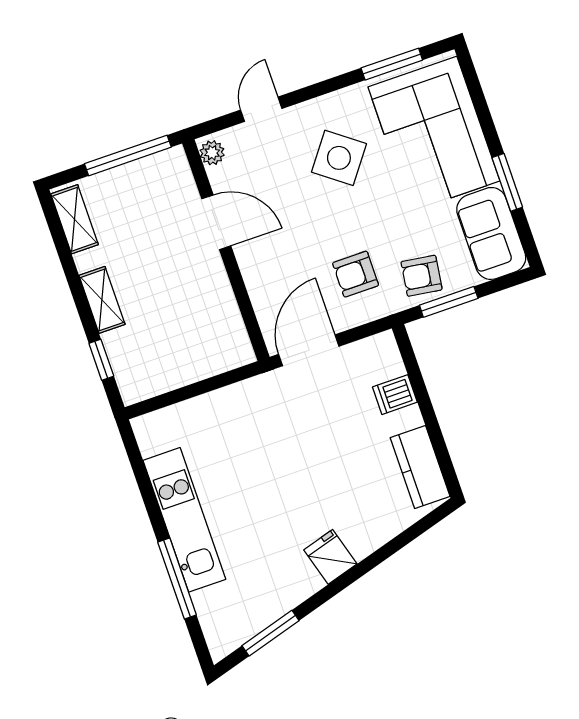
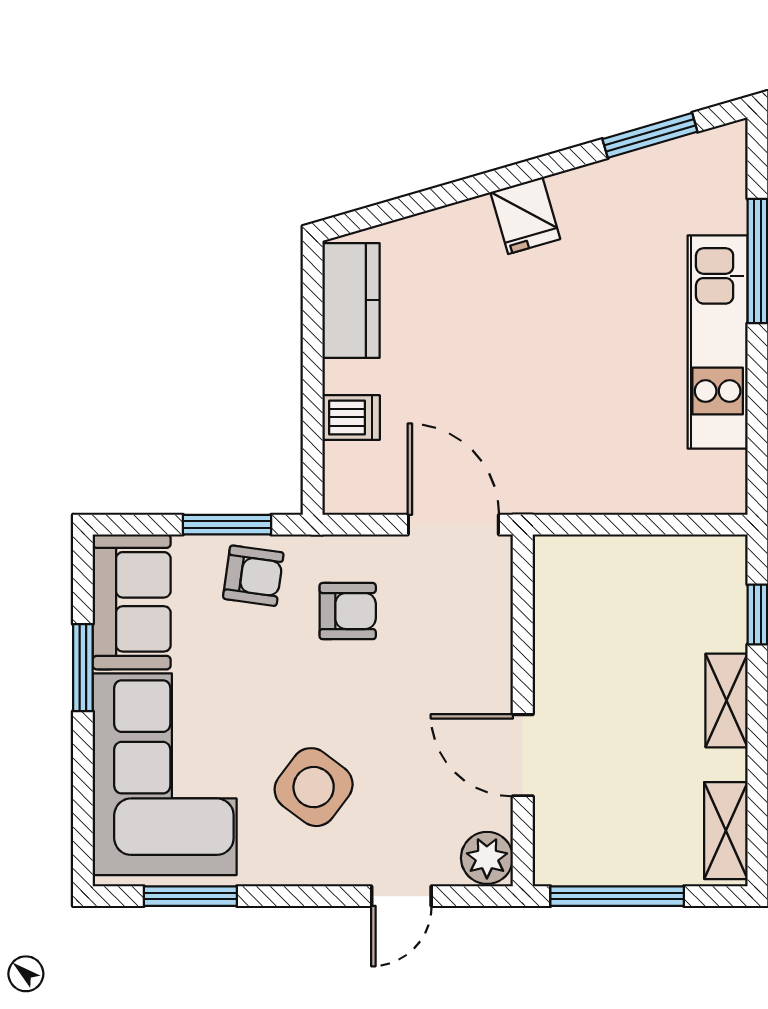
plant: (212, 153) -> (487, 858), width x1.38, depth x1.38
door: (309, 350) -> (453, 525), swing flipped

